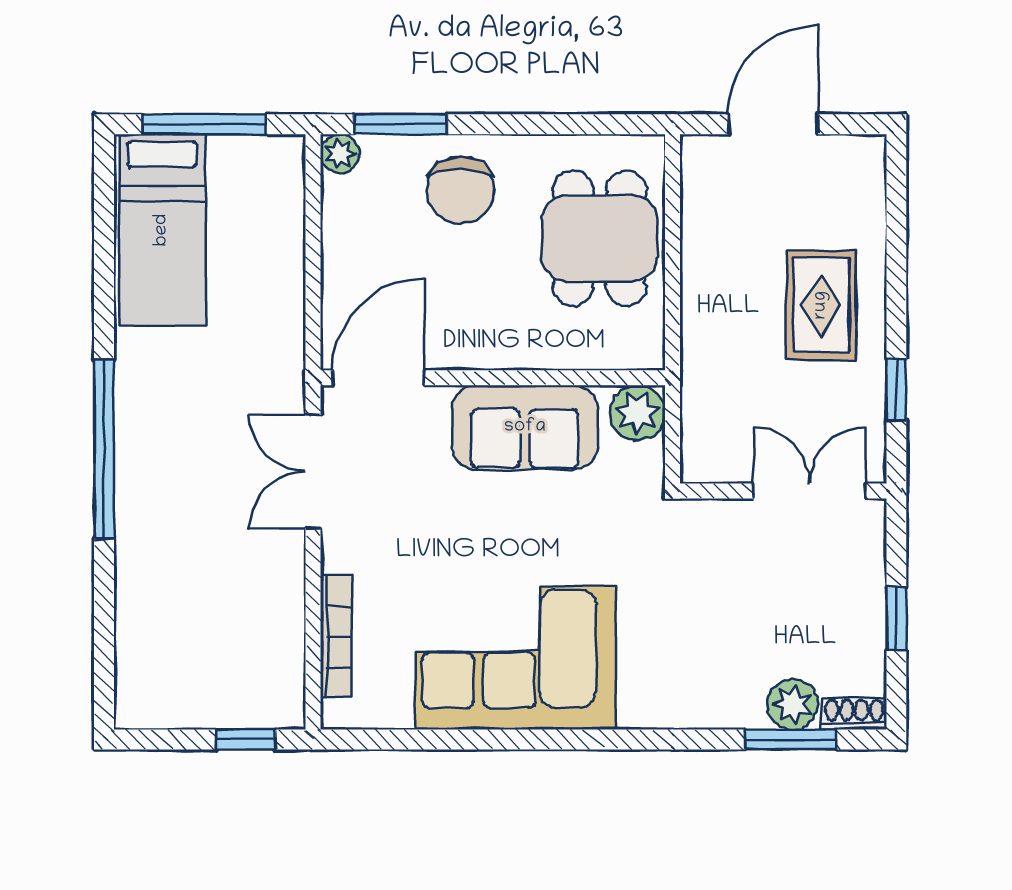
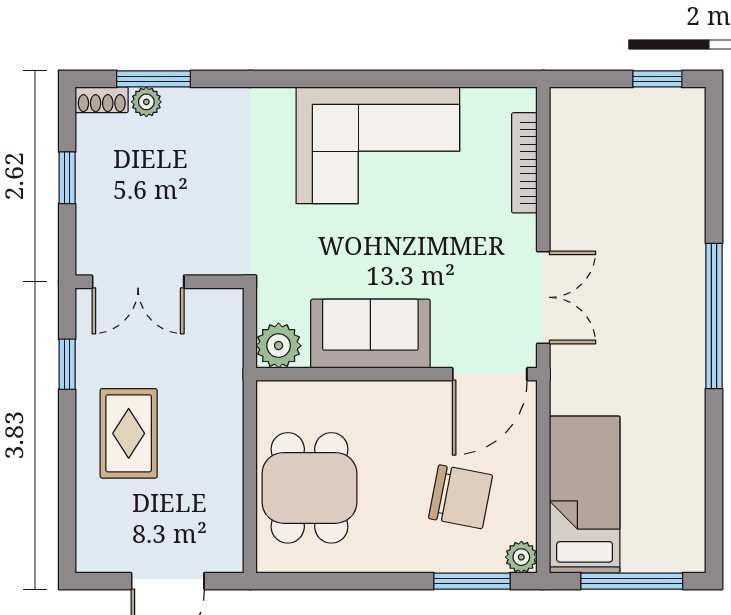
chair: (460, 190) -> (460, 497), moved, turned 101
bed: (162, 230) -> (585, 495), moved
plant: (792, 704) -> (146, 102), width x0.73, depth x0.73
window: (246, 739) -> (657, 79), moved

